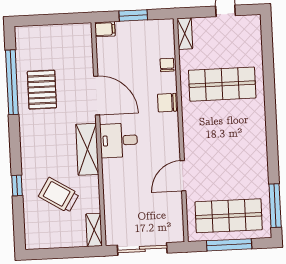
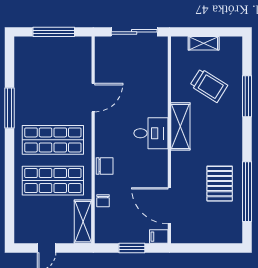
shelving: (185, 34) -> (83, 222), width x1.50, depth x1.33
door: (97, 95) -> (169, 206), moved
window: (17, 185) -> (247, 96), width x2.17
window: (275, 206) -> (9, 108), moved
shop shelf: (229, 216) -> (53, 140), moved
shelving: (94, 230) -> (204, 43), moved, turned 90

